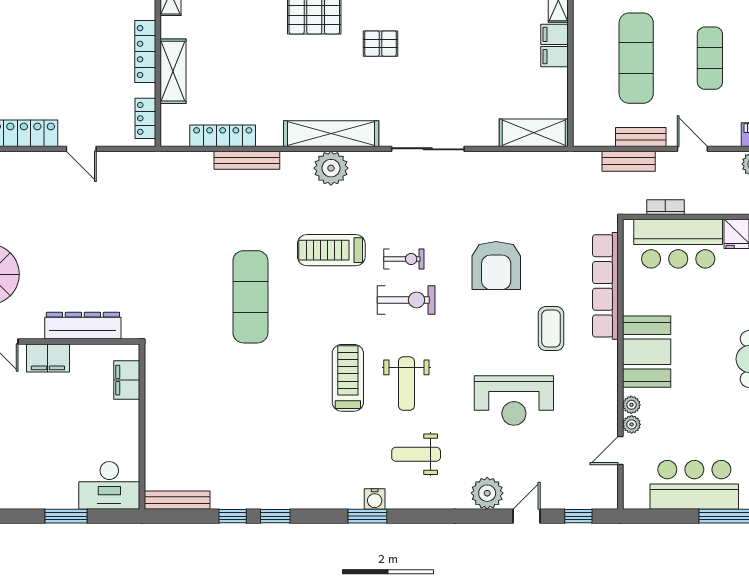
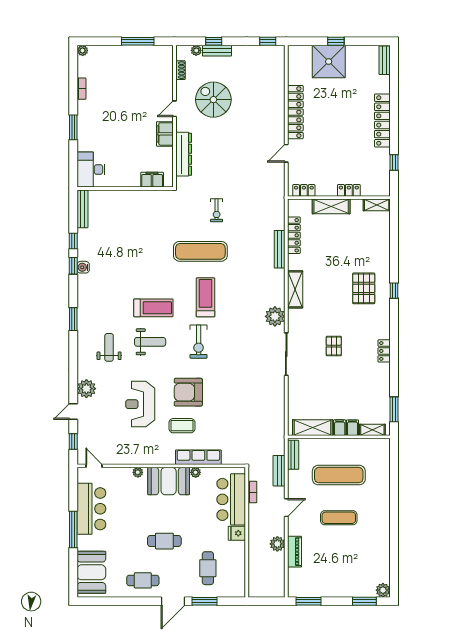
pallet: (380, 44) -> (334, 346), moved
locker: (145, 52) -> (349, 190), width x0.66
shelving: (534, 133) -> (313, 428), moved, turned 90
shelving: (331, 134) -> (295, 289), width x0.68
bench: (641, 137) -> (293, 455), moved
plant: (331, 168) -> (275, 316), moved
treadmill: (331, 250) -> (205, 297), moved
exercise bike: (404, 259) -> (217, 210), moved
armchair: (496, 266) -> (188, 392), moved
row of seats: (605, 286) -> (198, 457), width x0.73
weight bench: (406, 384) -> (150, 342), turned 180
plant: (632, 424) -> (196, 472), moved
door: (620, 450) -> (94, 466), moved
water cooler: (375, 499) -> (83, 267), moved
window: (66, 516) -> (73, 127), moved
door: (527, 516) -> (73, 411), swing flipped

